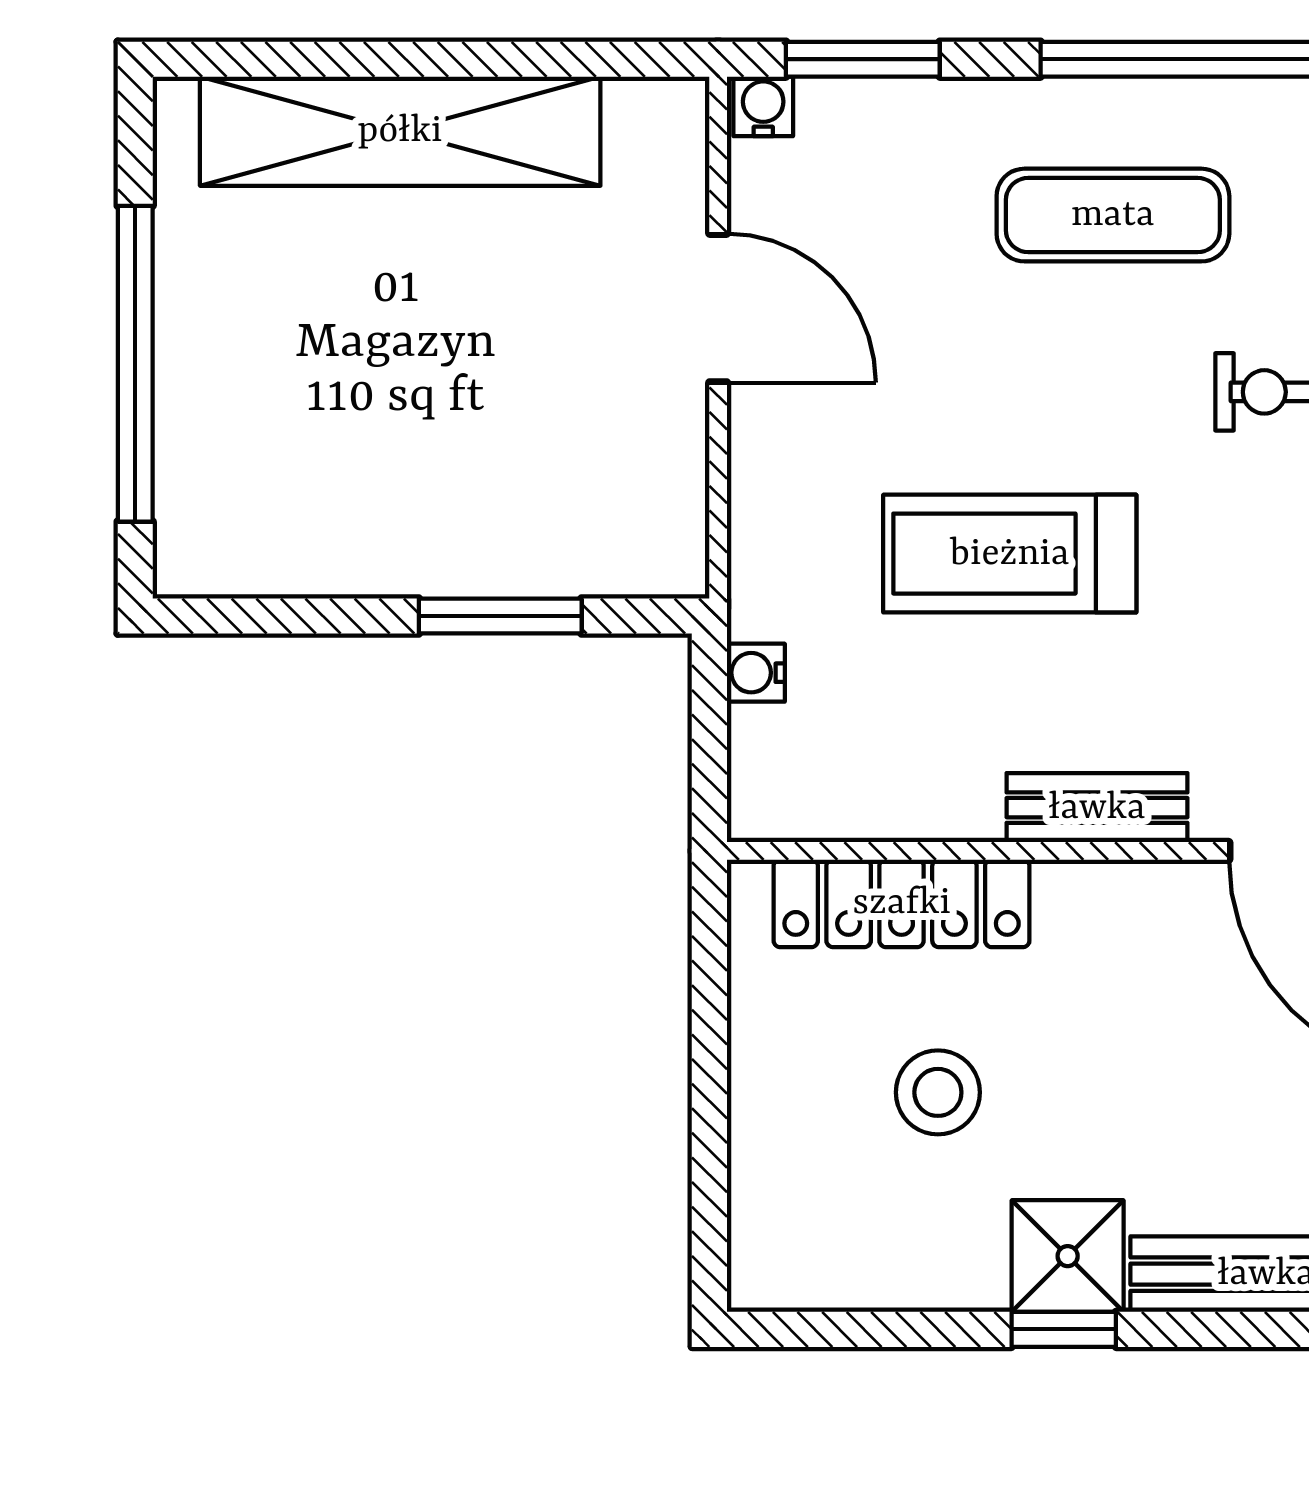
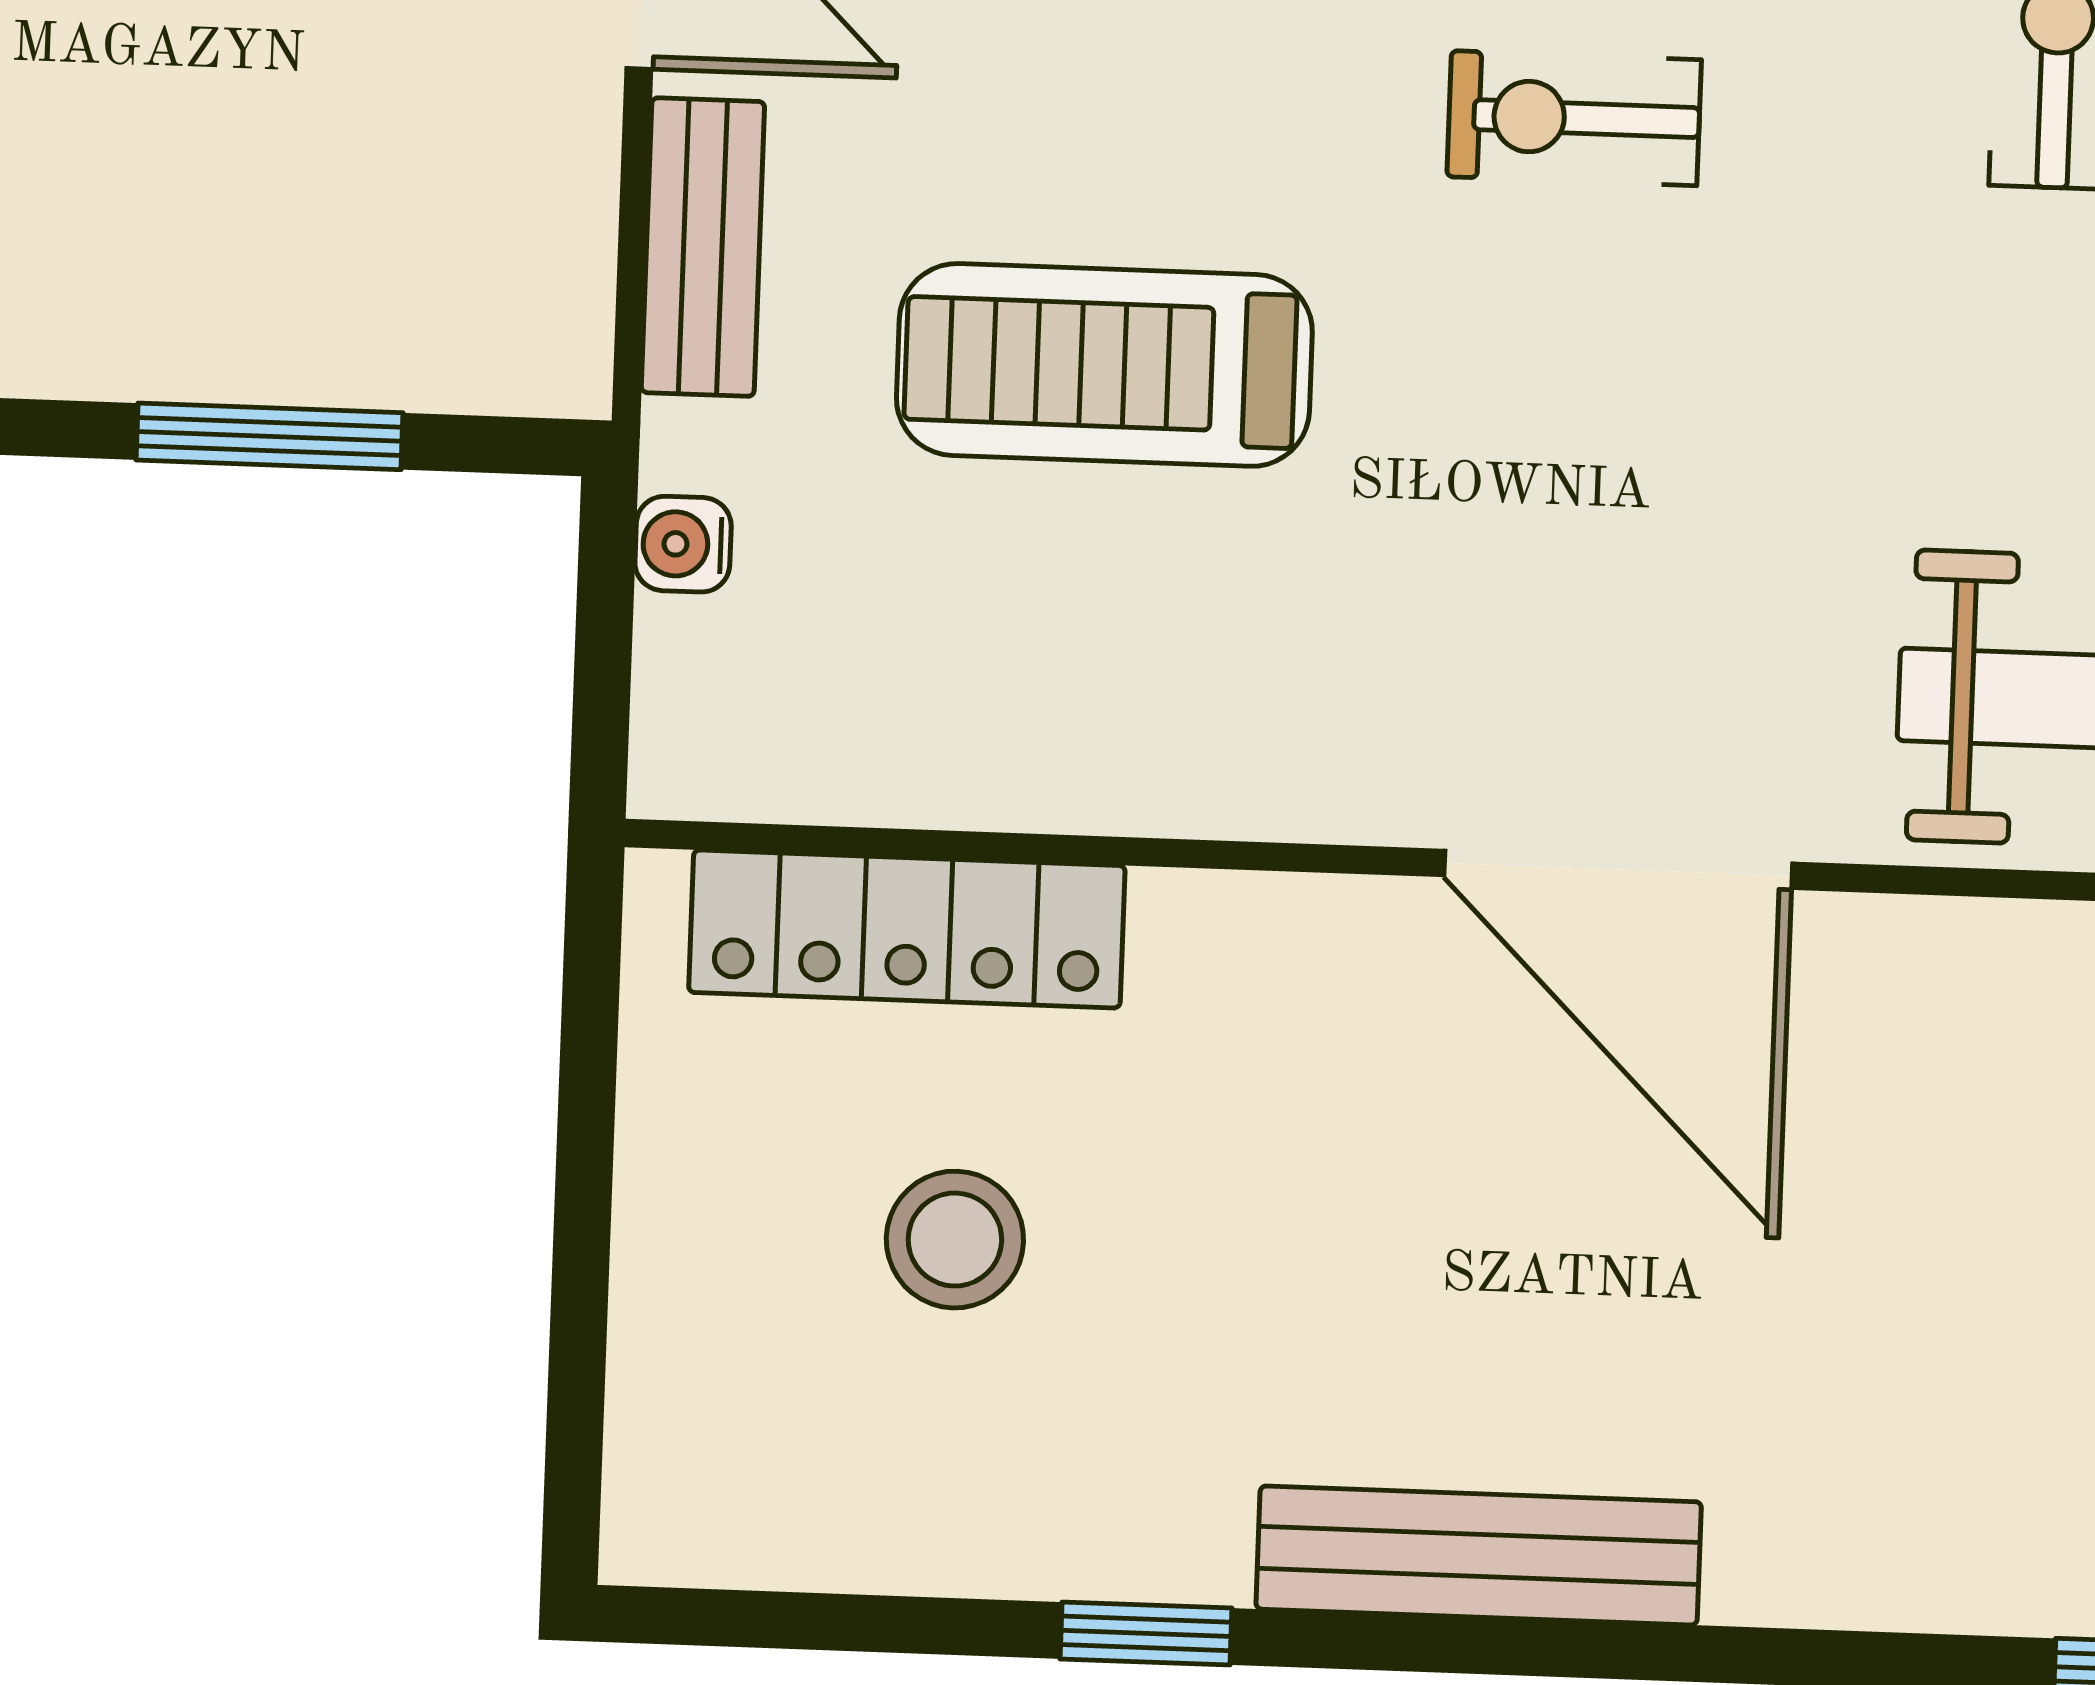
bench: (1097, 808) -> (703, 247), moved, turned 90
shower: (1068, 1256) -> (1157, 1514), removed

